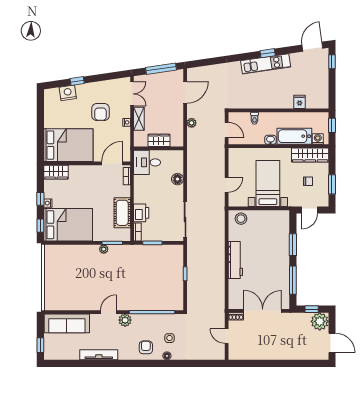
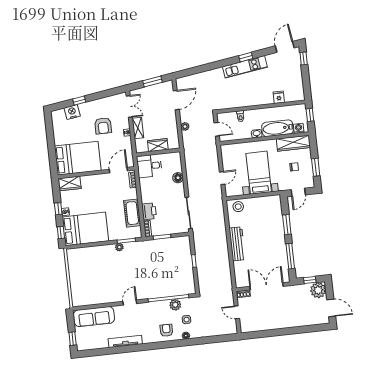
window: (161, 69) -> (153, 81), width x0.69
plant: (125, 320) -> (175, 305), moved

